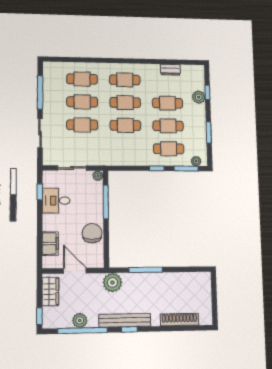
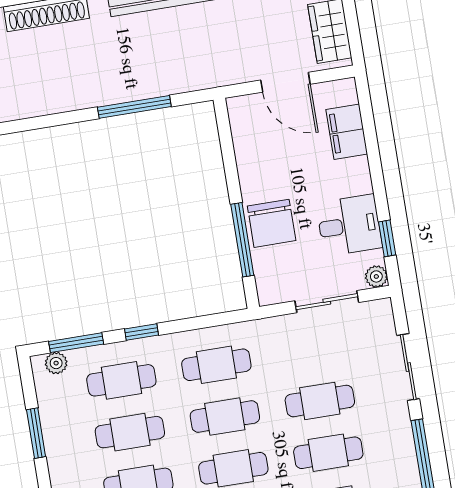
cafe table: (126, 149) -> (216, 365), added
plant: (98, 176) -> (376, 276), moved
chair: (92, 233) -> (272, 223), moved
plant: (112, 282) -> (202, 69), removed

